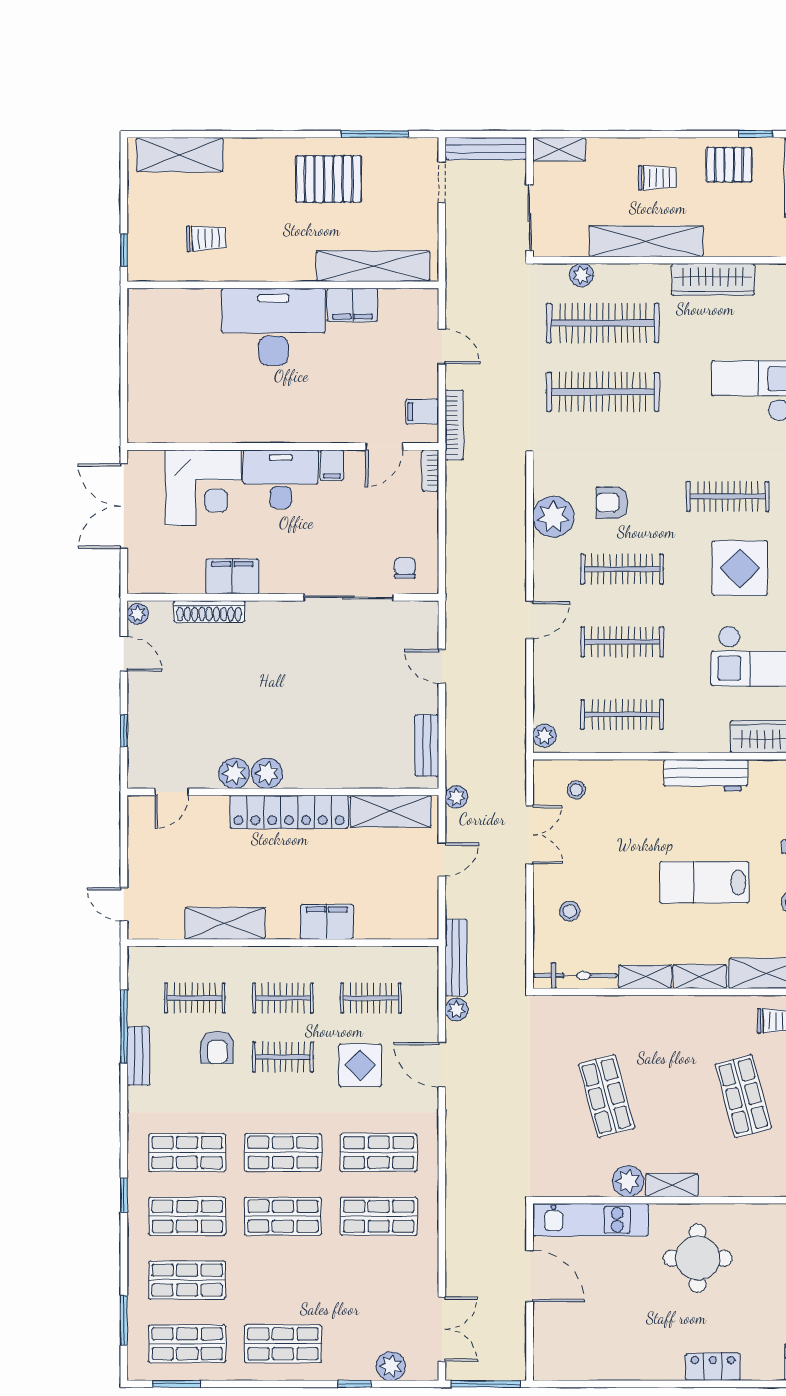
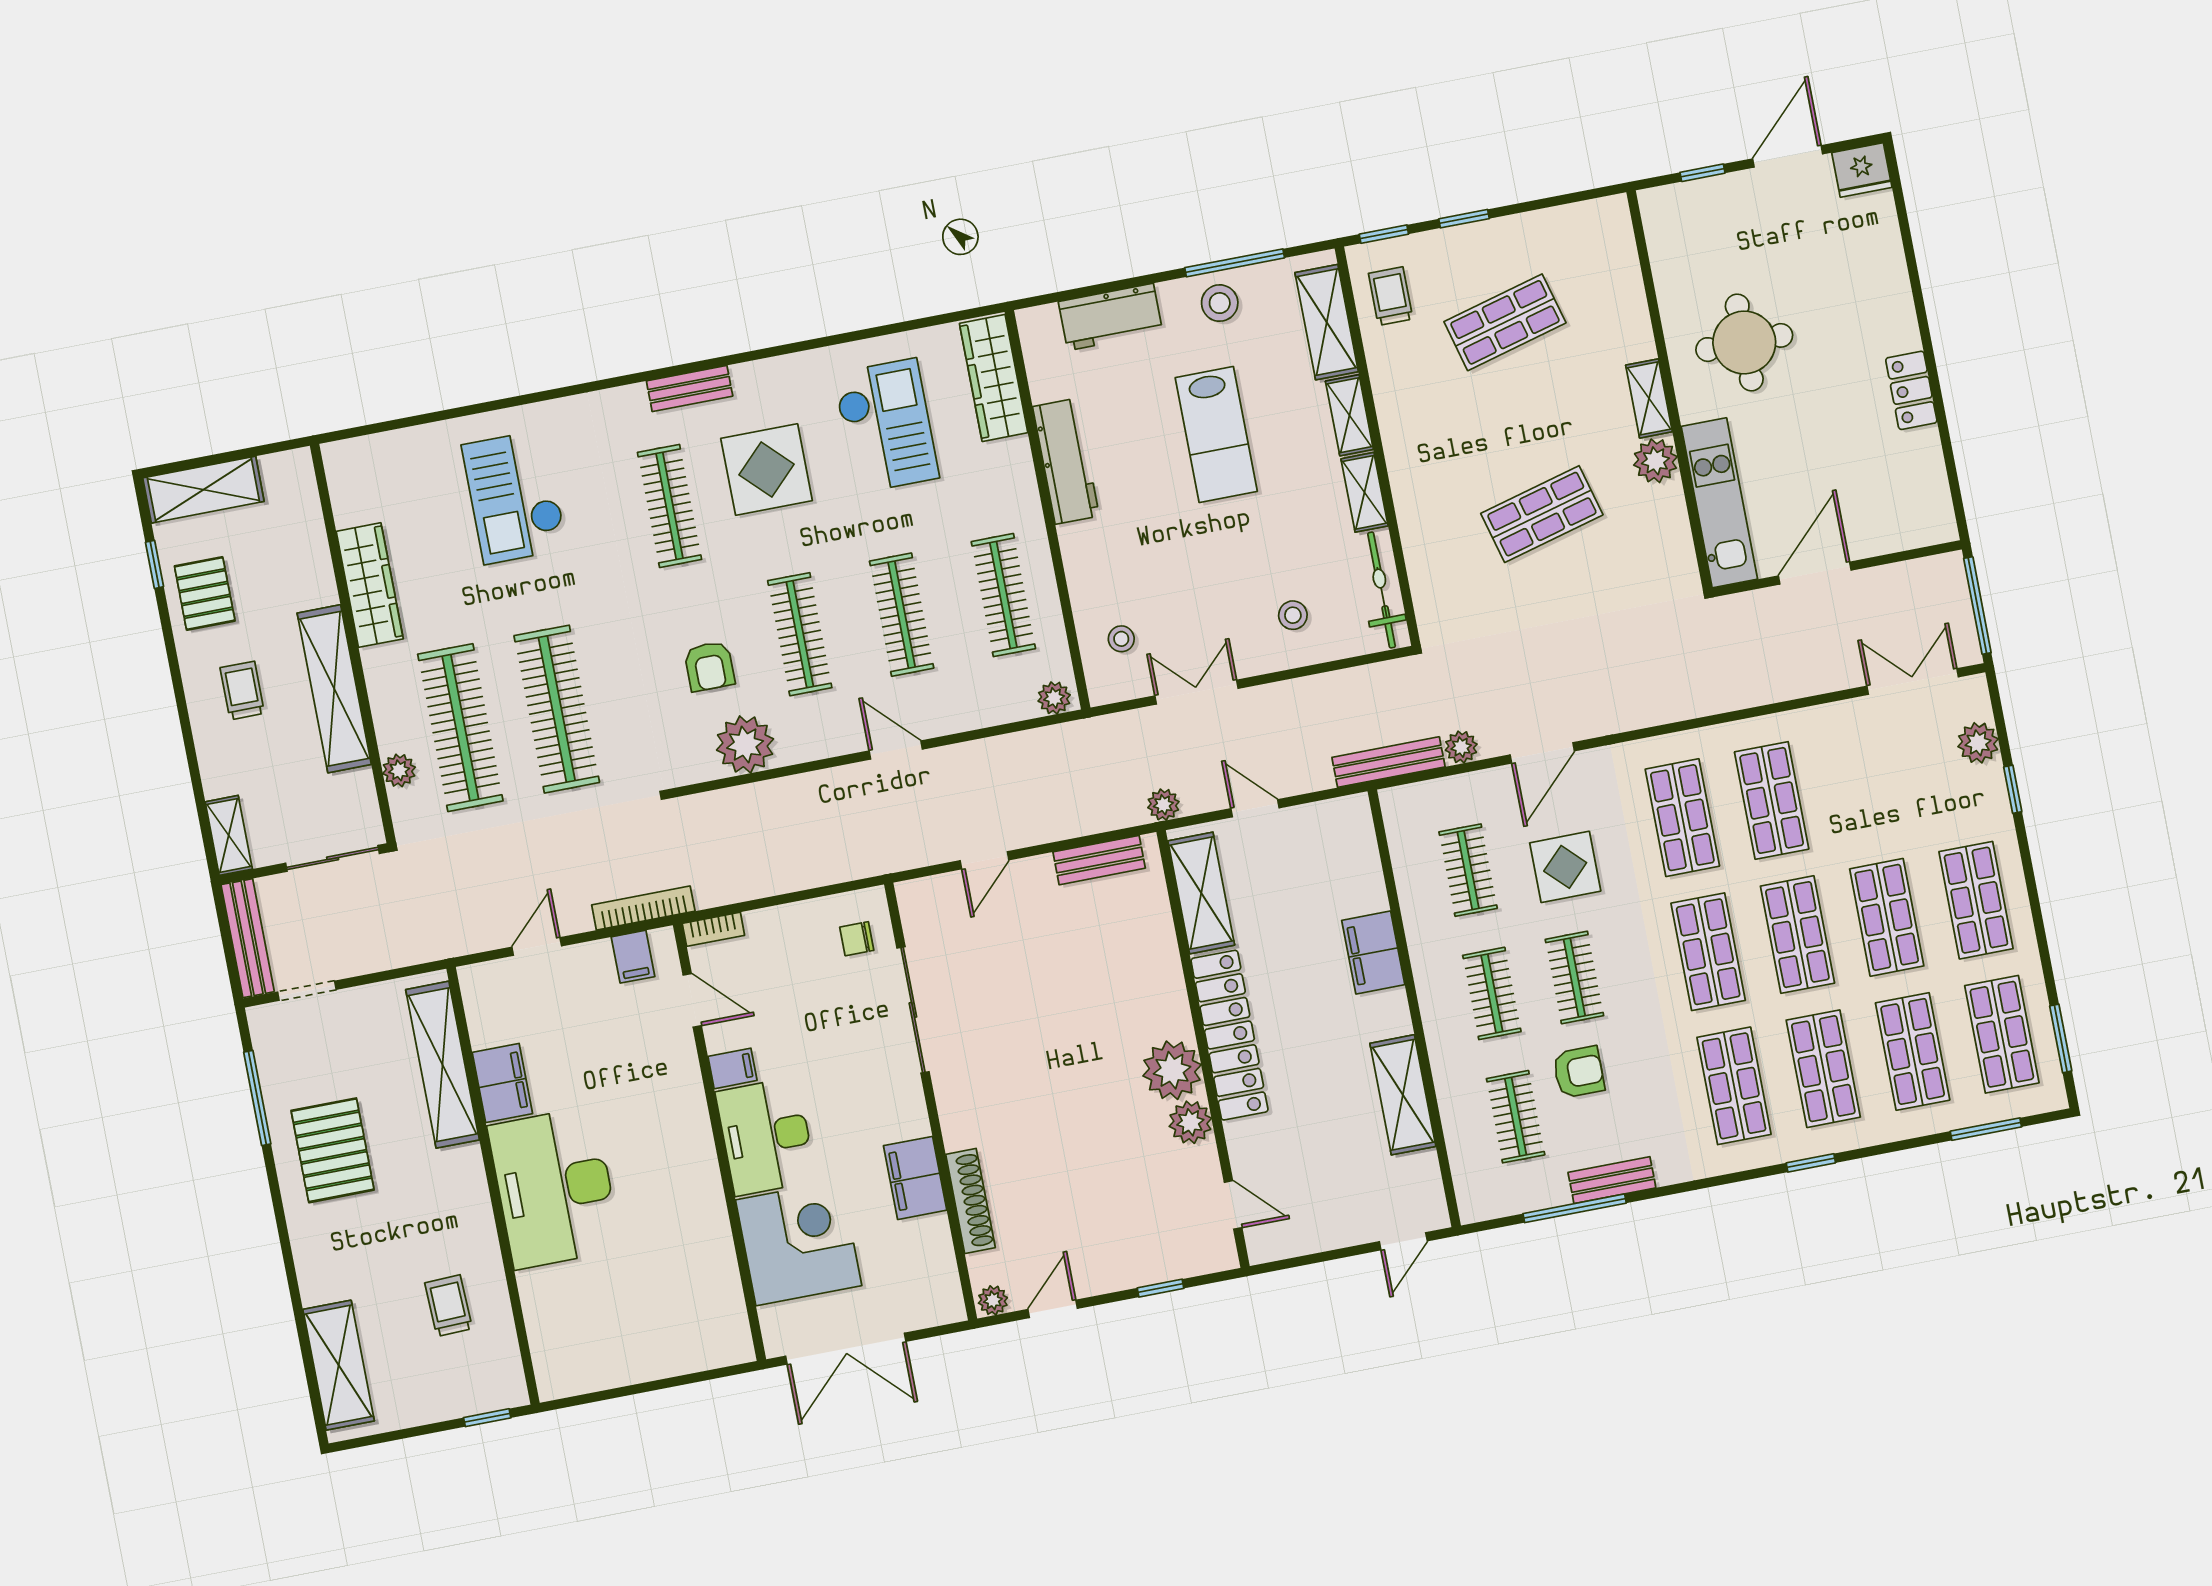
plant: (267, 773) -> (1172, 1070), width x1.36, depth x1.36
shop shelf: (283, 1280) -> (1887, 917), added
locker: (713, 1367) -> (1911, 390), moved

